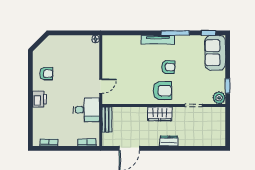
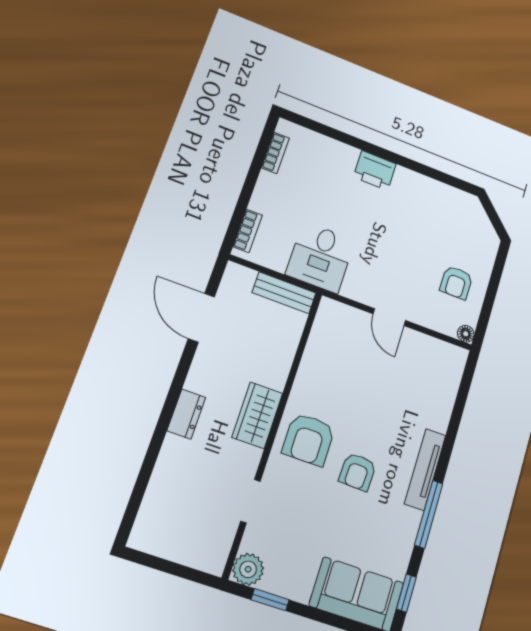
armchair: (46, 74) -> (456, 283), moved
door: (101, 86) -> (389, 317), moved

